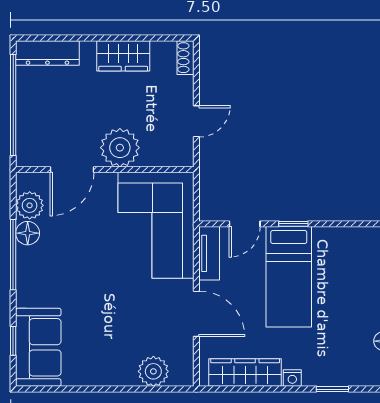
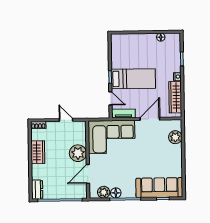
dresser: (47, 53) -> (37, 190), width x0.70
door: (72, 170) -> (88, 174), swing flipped
sofa: (38, 347) -> (159, 188), width x1.36

